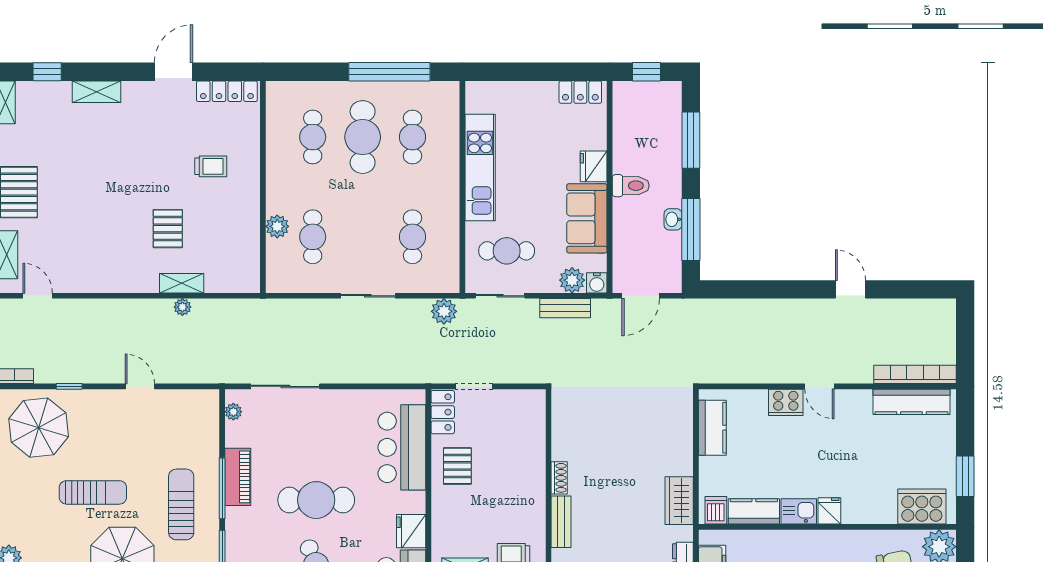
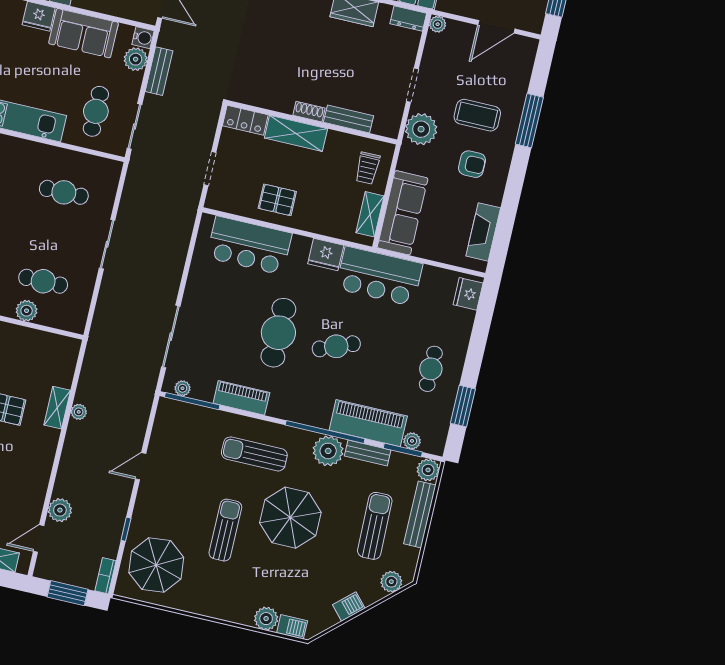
plant: (444, 311) -> (60, 510), moved
locker: (443, 412) -> (245, 120), moved, turned 180
shelving: (533, 469) -> (296, 133), added
window: (222, 488) -> (192, 401), moved

